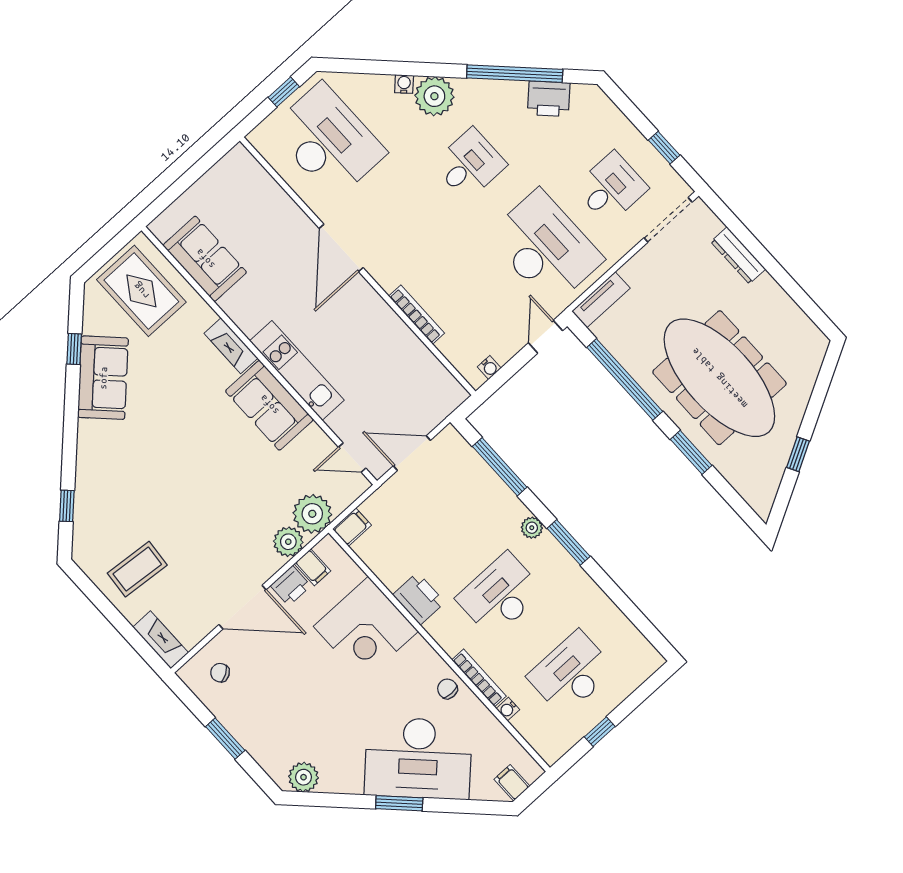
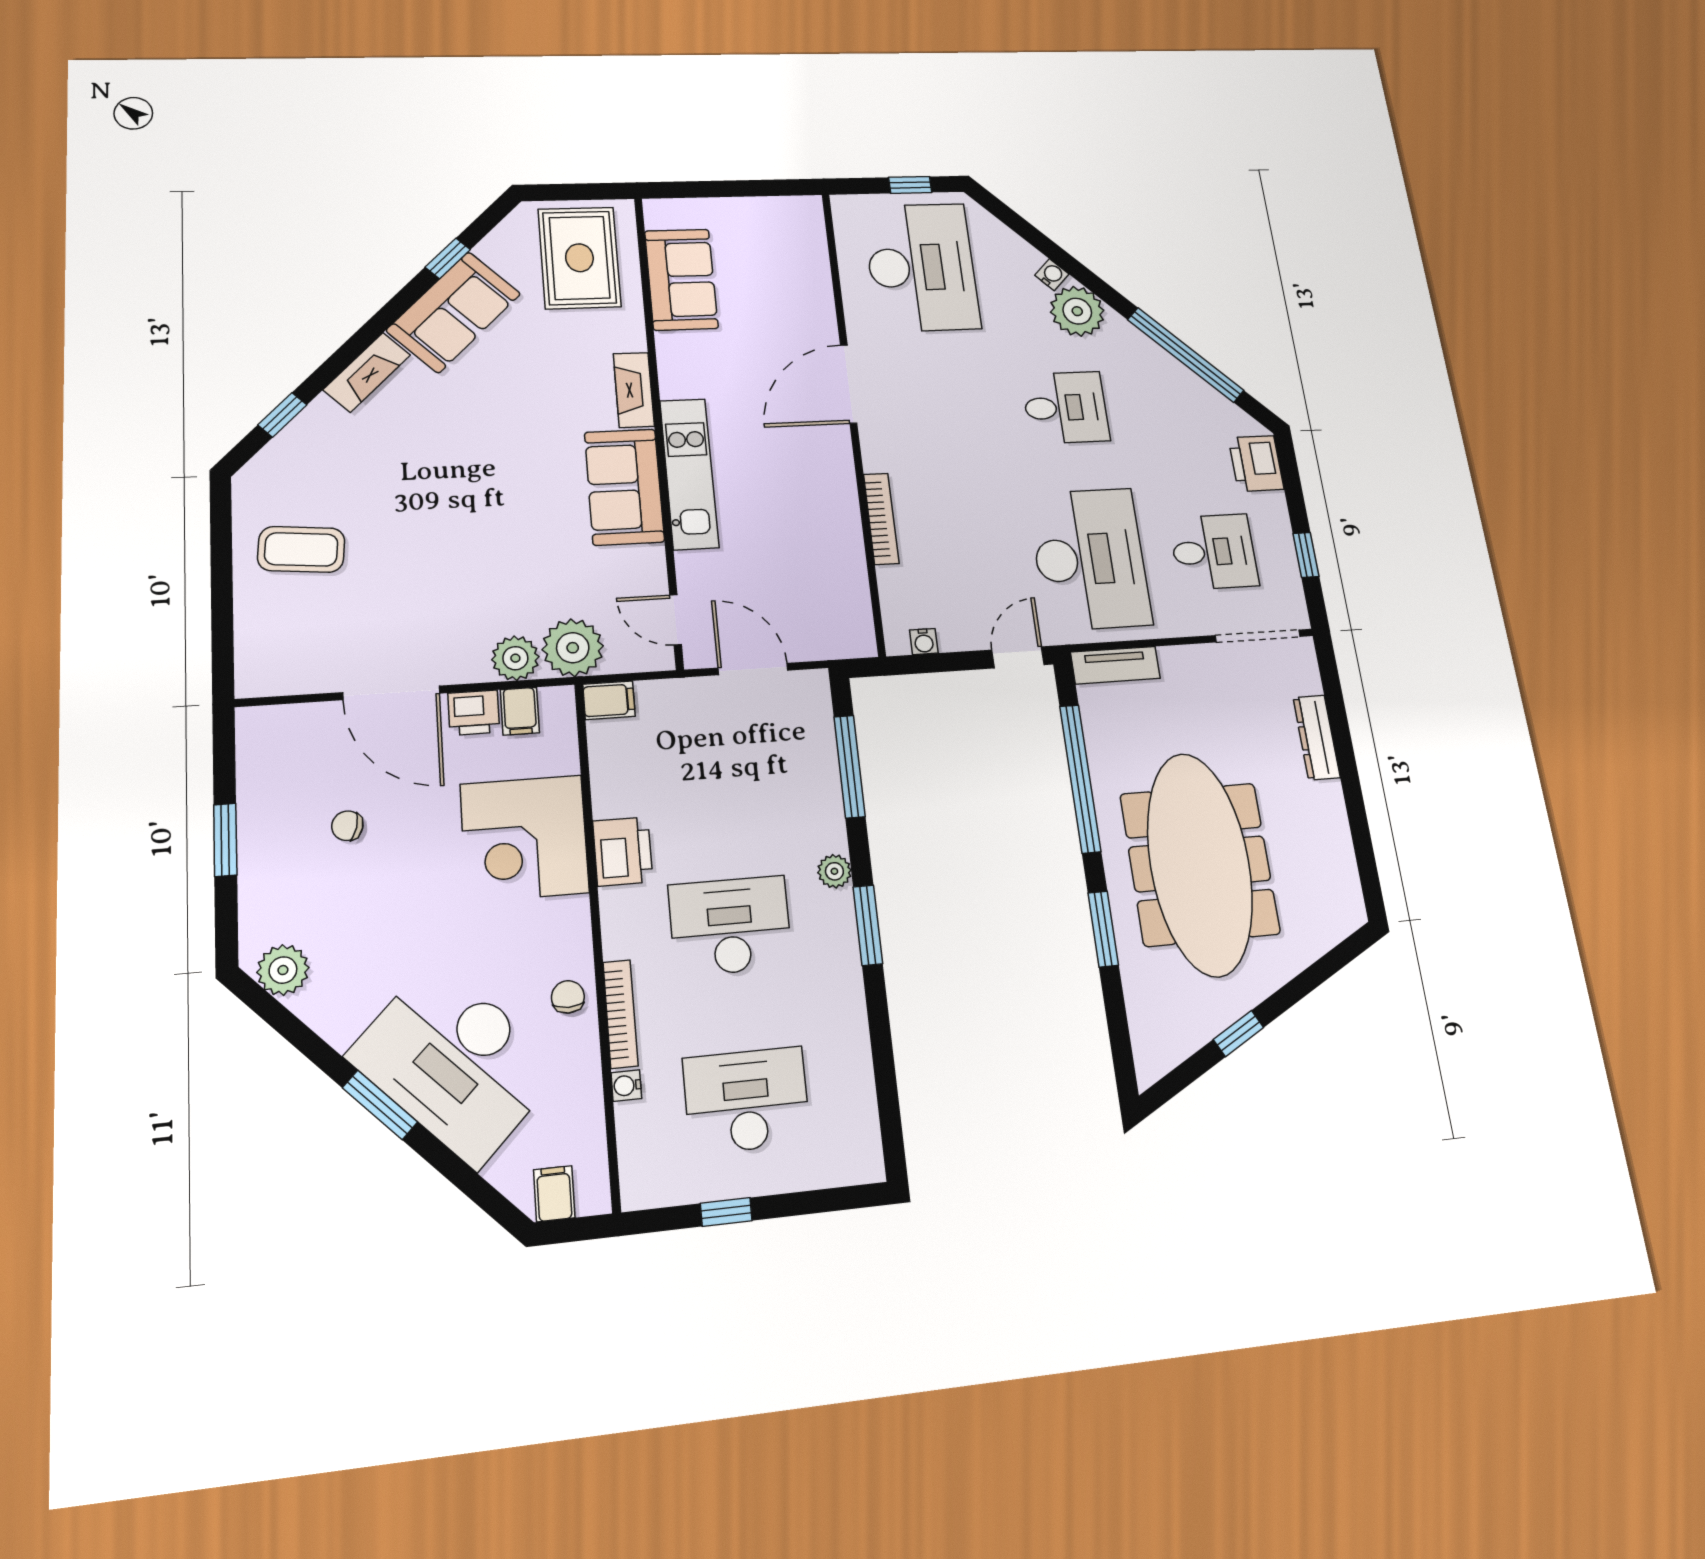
printer: (549, 99) -> (1256, 463), moved, turned 45
fireplace: (161, 640) -> (367, 372), moved, turned 45
chair: (220, 673) -> (347, 826), moved, turned -45

